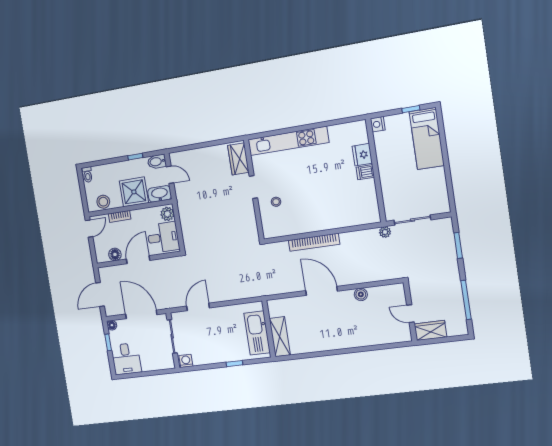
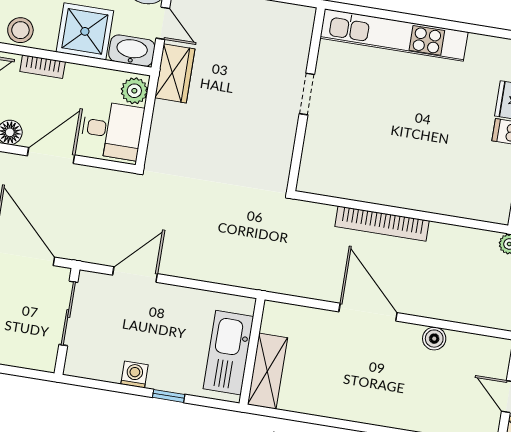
wardrobe: (238, 159) -> (175, 73), moved, turned 180
stool: (276, 202) -> (338, 132), removed
washing machine: (186, 361) -> (134, 374), moved

